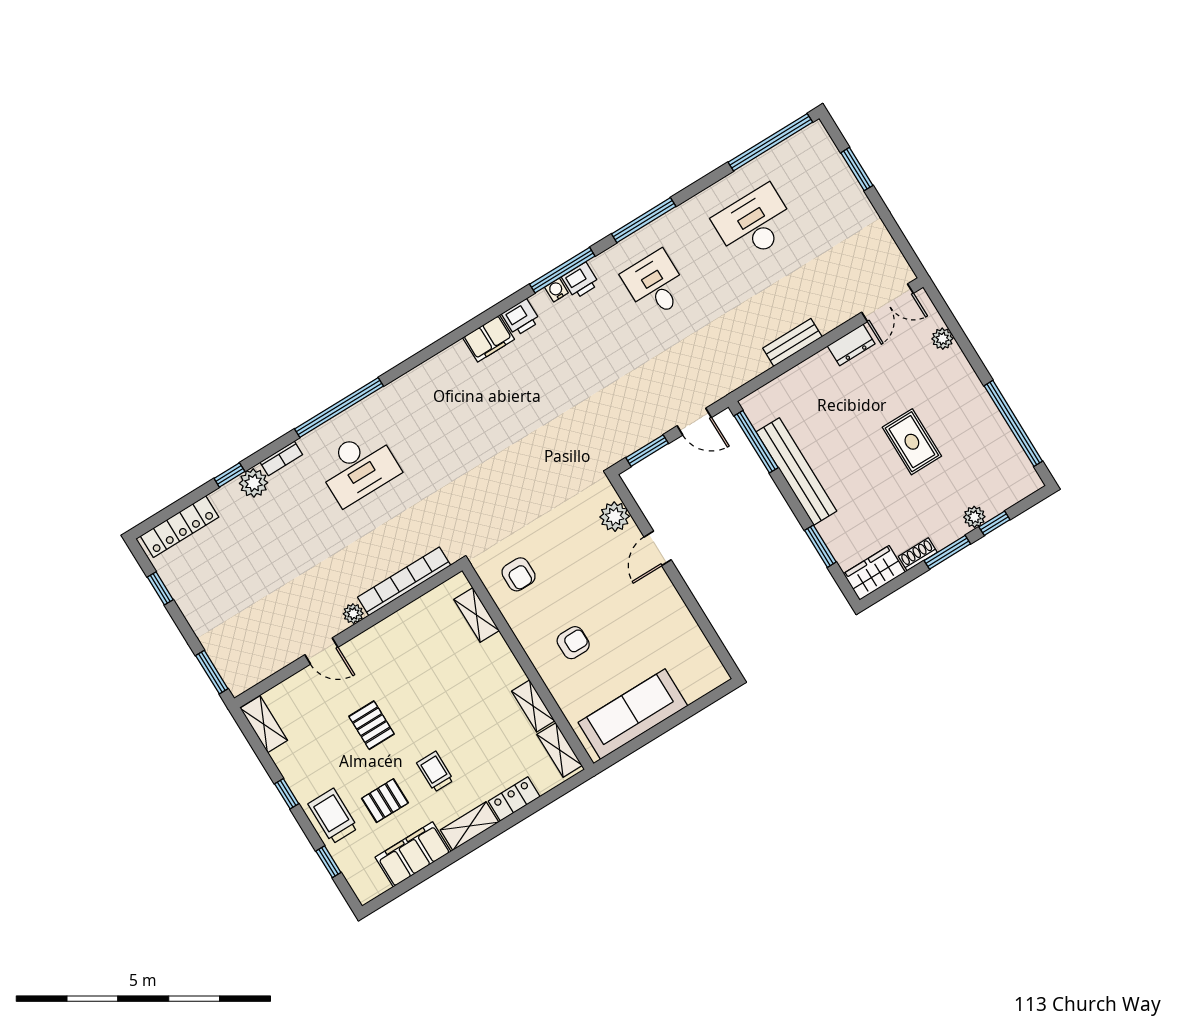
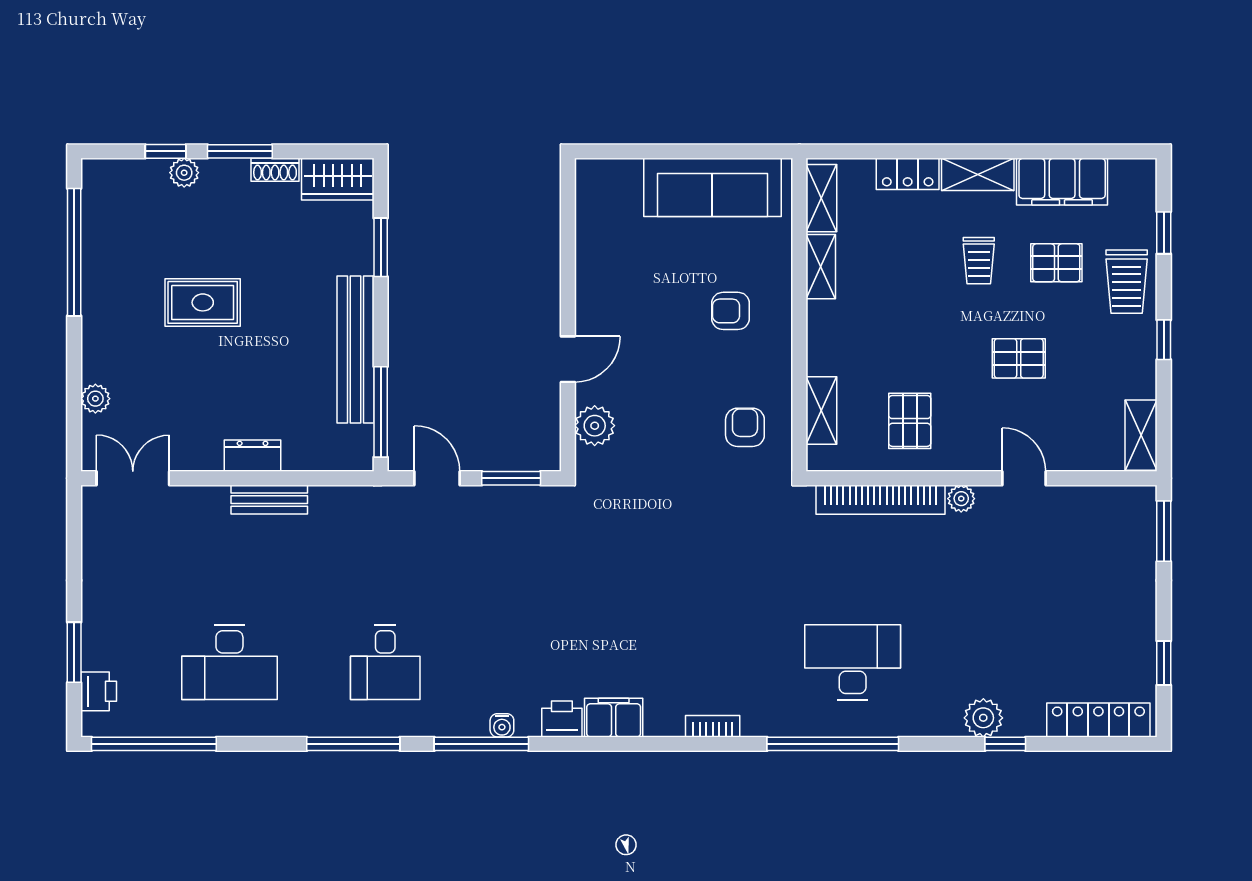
printer: (580, 281) -> (99, 691), moved, turned 90
dresser: (851, 345) -> (253, 456), moved
rug: (912, 442) -> (203, 302), turned 90
bookcase: (281, 458) -> (713, 726), moved
pallet: (416, 643) -> (910, 421), added
pallet: (372, 725) -> (1019, 358), turned 90

